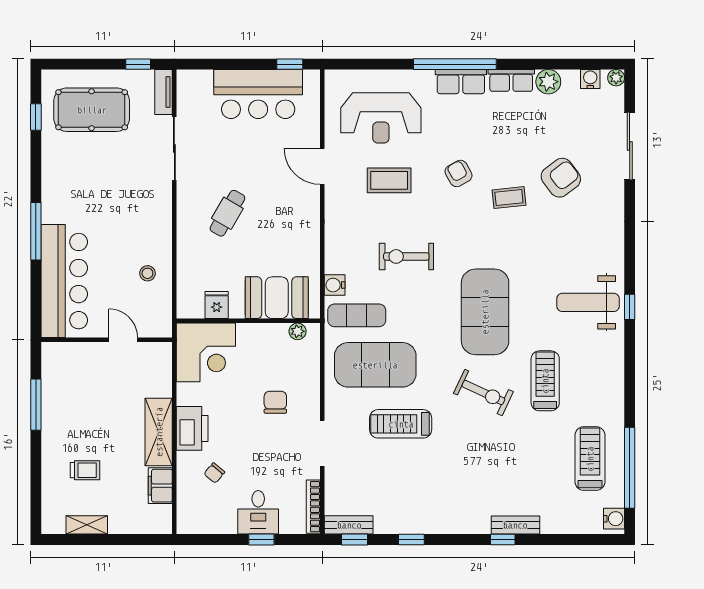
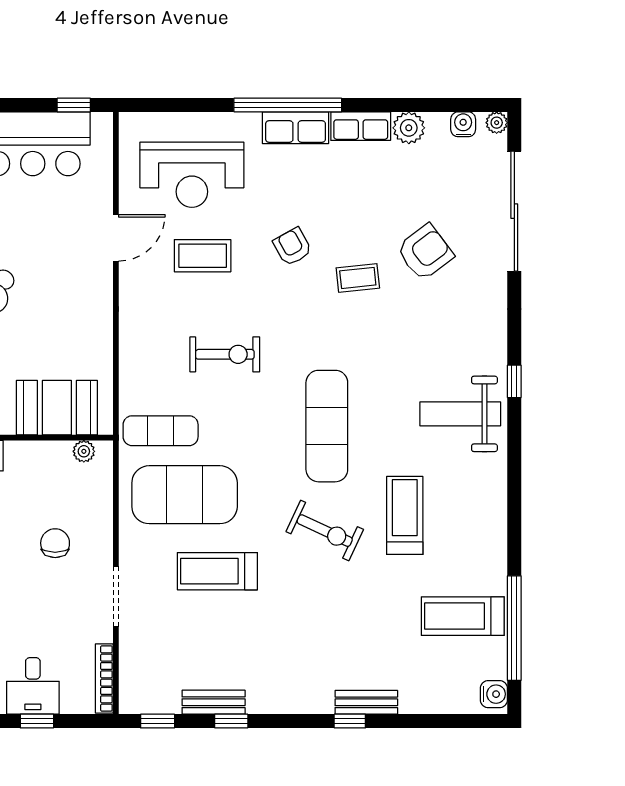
sliding door: (630, 146) -> (514, 211), width x1.36
door: (322, 167) -> (116, 238), swing flipped
exercise bike: (406, 256) -> (225, 354), turned 180
water cooler: (335, 285) -> (132, 391), removed
window: (630, 307) -> (514, 381), moved
exercise mat: (485, 312) -> (327, 426), width x0.68
treadmill: (590, 459) -> (463, 616), turned -90
bench: (349, 525) -> (214, 702), moved

